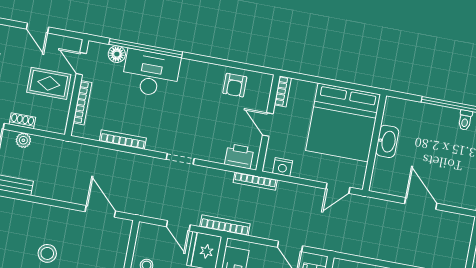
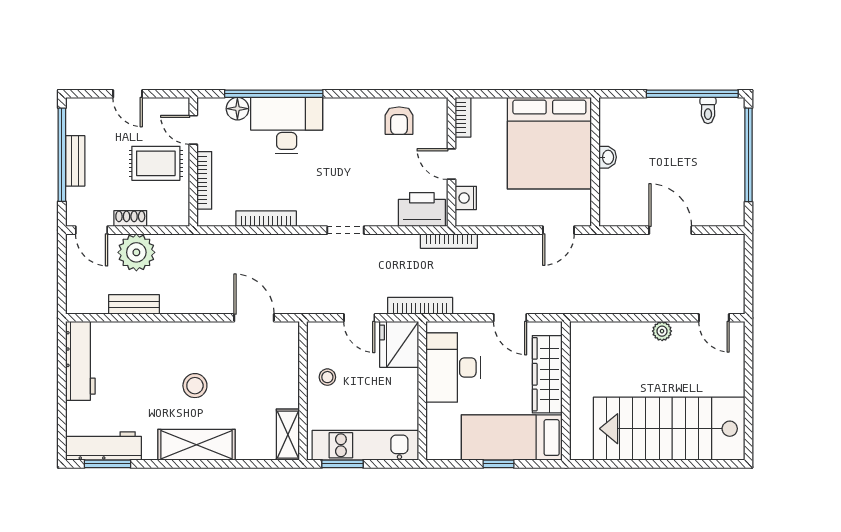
plant: (23, 140) -> (136, 252), width x1.88, depth x1.88
washbasin: (387, 141) -> (608, 157), width x0.52, depth x0.69
printer: (239, 156) -> (422, 210), width x1.37, depth x1.19
nightstand: (283, 167) -> (466, 198), moved, turned 90

